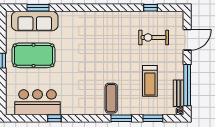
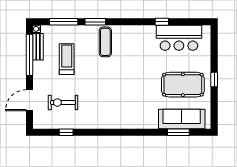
exercise bike: (154, 37) -> (63, 103), turned 180
window: (153, 118) -> (64, 22), width x1.44

